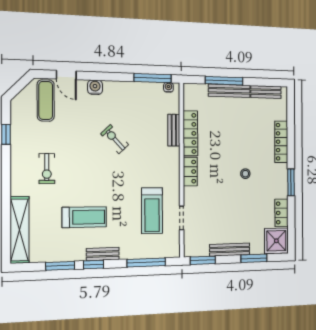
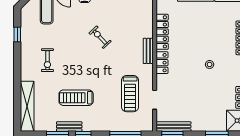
bench: (174, 130) -> (148, 51), moved
treadmill: (84, 217) -> (76, 98), turned 180
bench: (230, 250) -> (173, 127), moved
bench: (103, 254) -> (69, 127), moved

